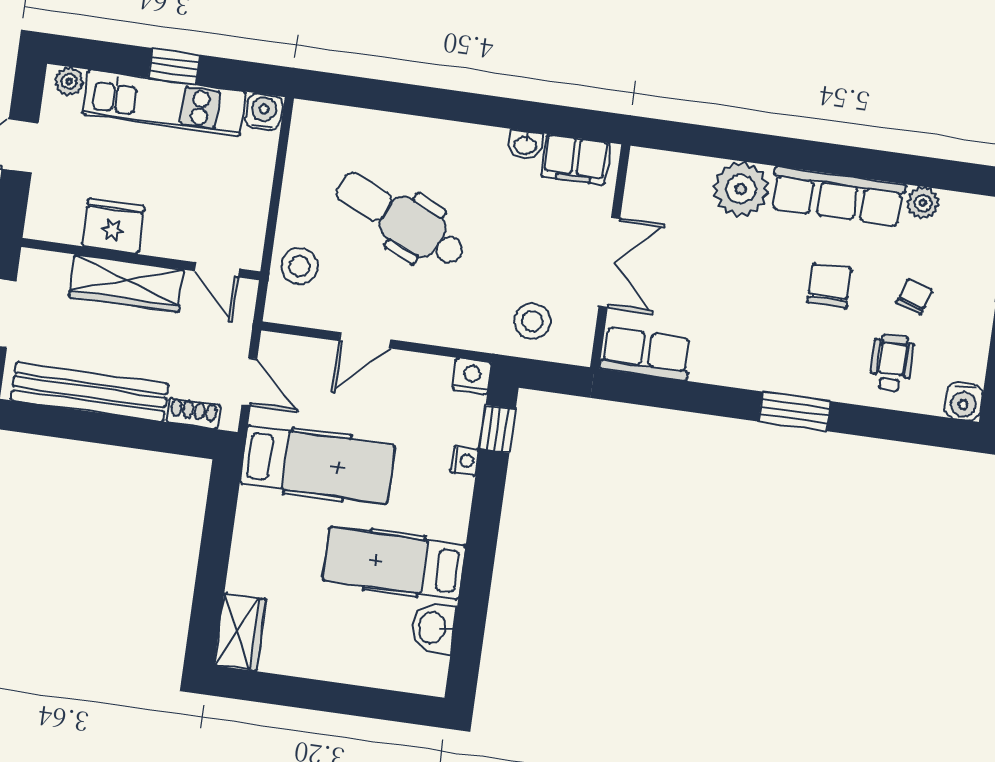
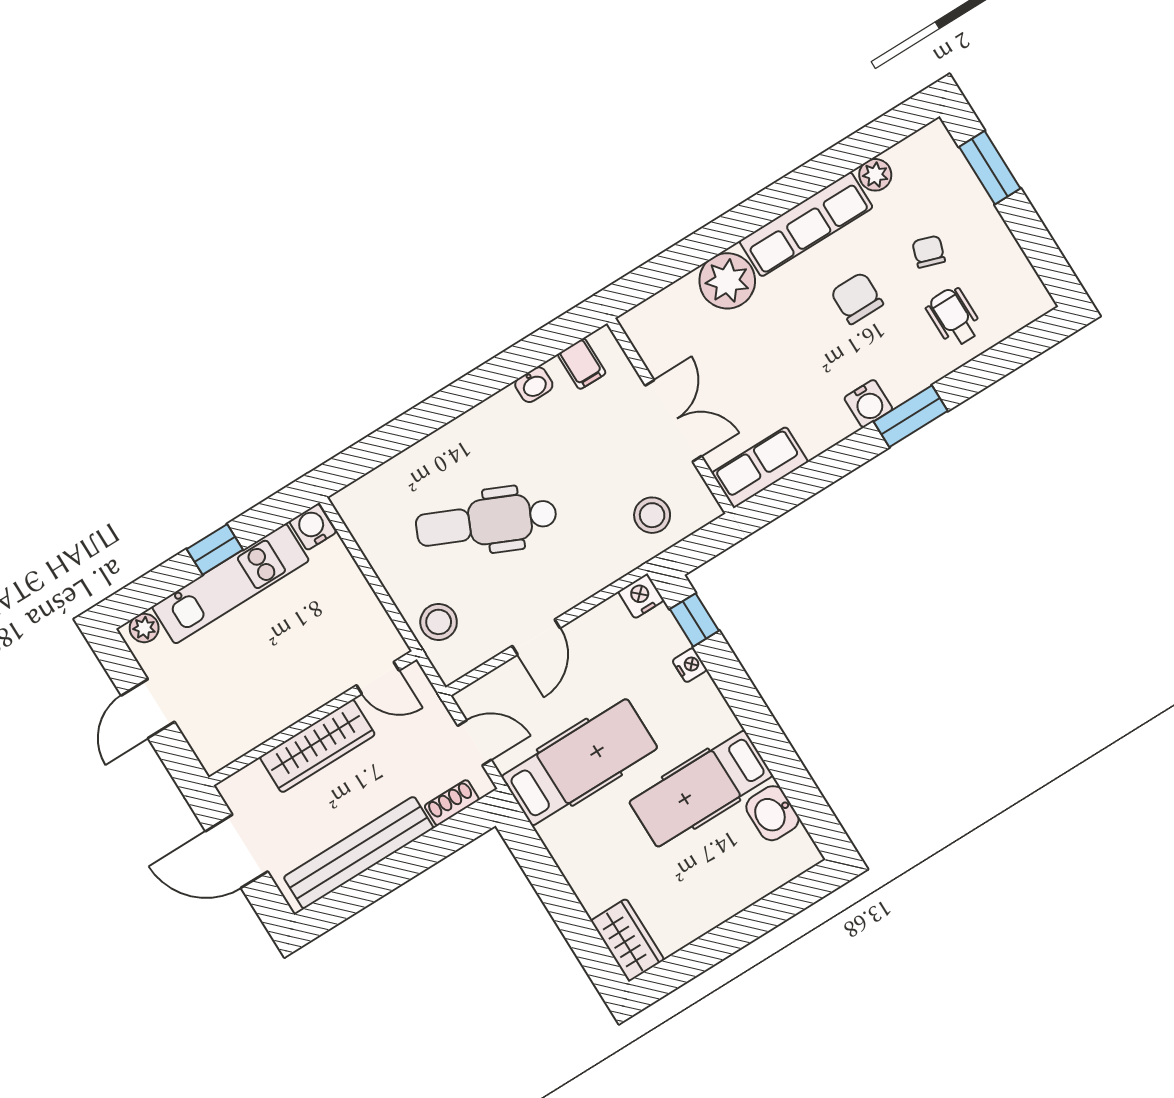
filing cabinet: (576, 160) -> (582, 364), width x0.50
fridge: (113, 226) -> (270, 711), removed
water cooler: (964, 402) -> (868, 404), moved

